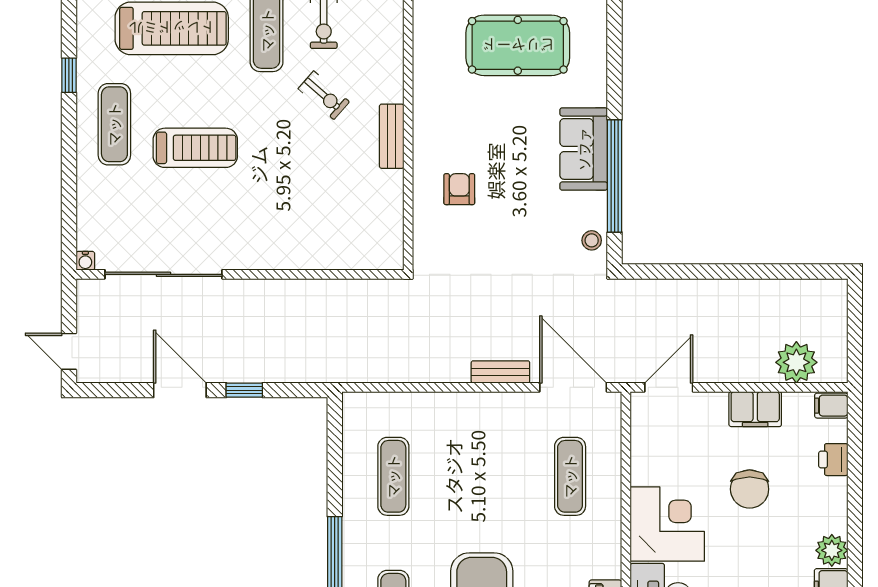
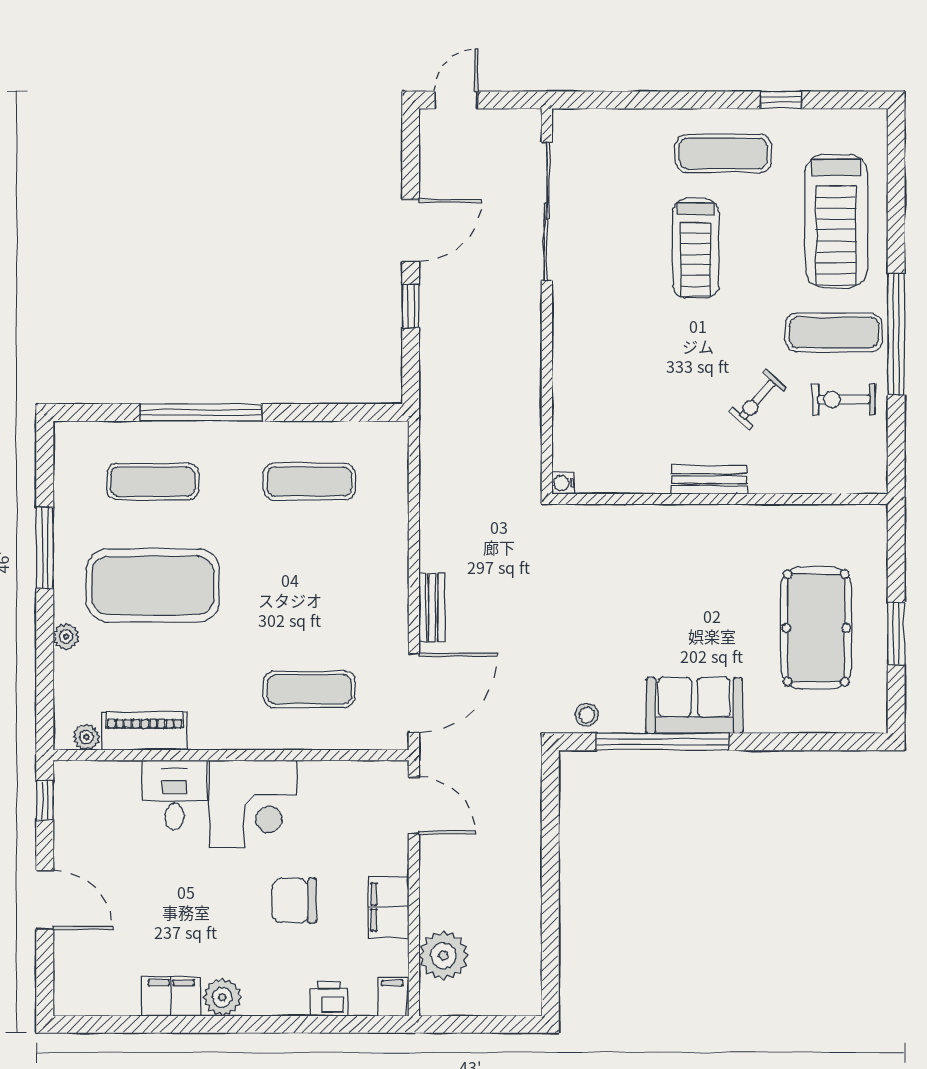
armchair: (459, 189) -> (647, 559), removed
water cooler: (85, 261) -> (563, 483), moved

